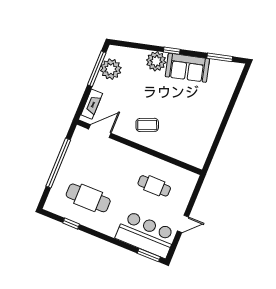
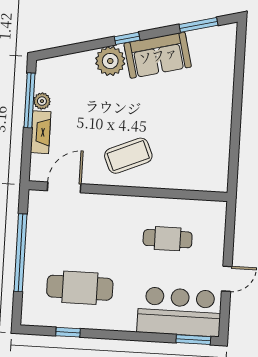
plant: (111, 69) -> (42, 101), width x0.53, depth x0.53
fireplace: (92, 104) -> (41, 132), moved
coffee table: (147, 125) -> (128, 156), width x1.36, depth x1.30

